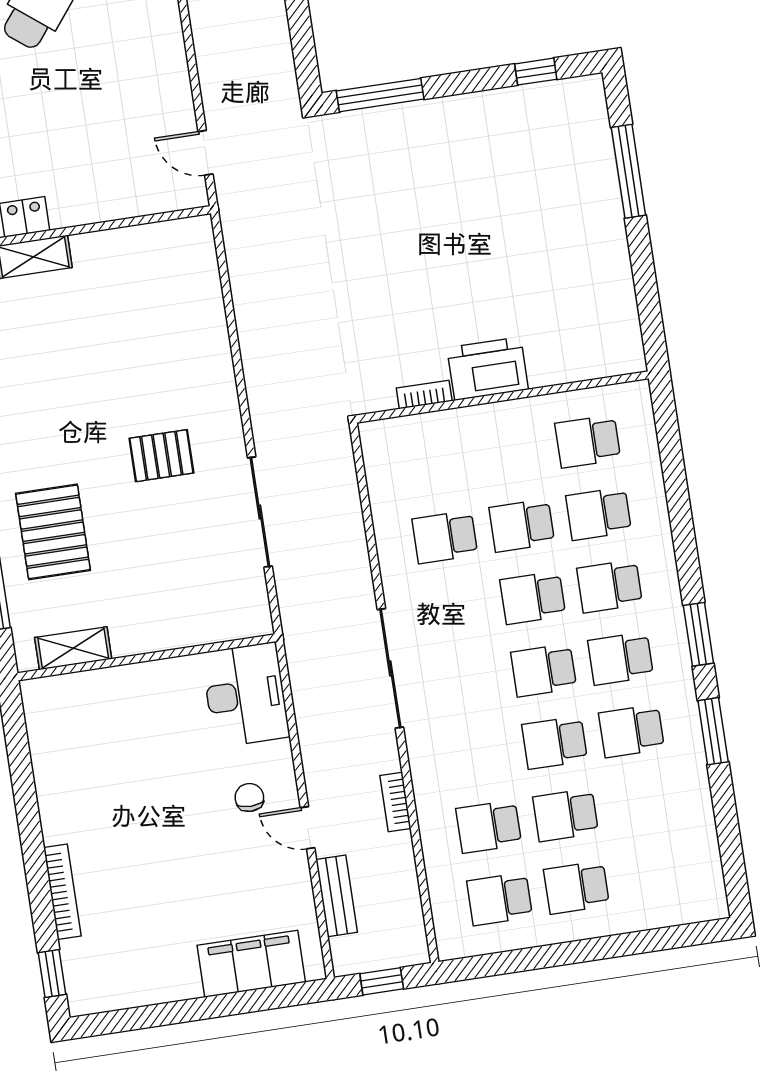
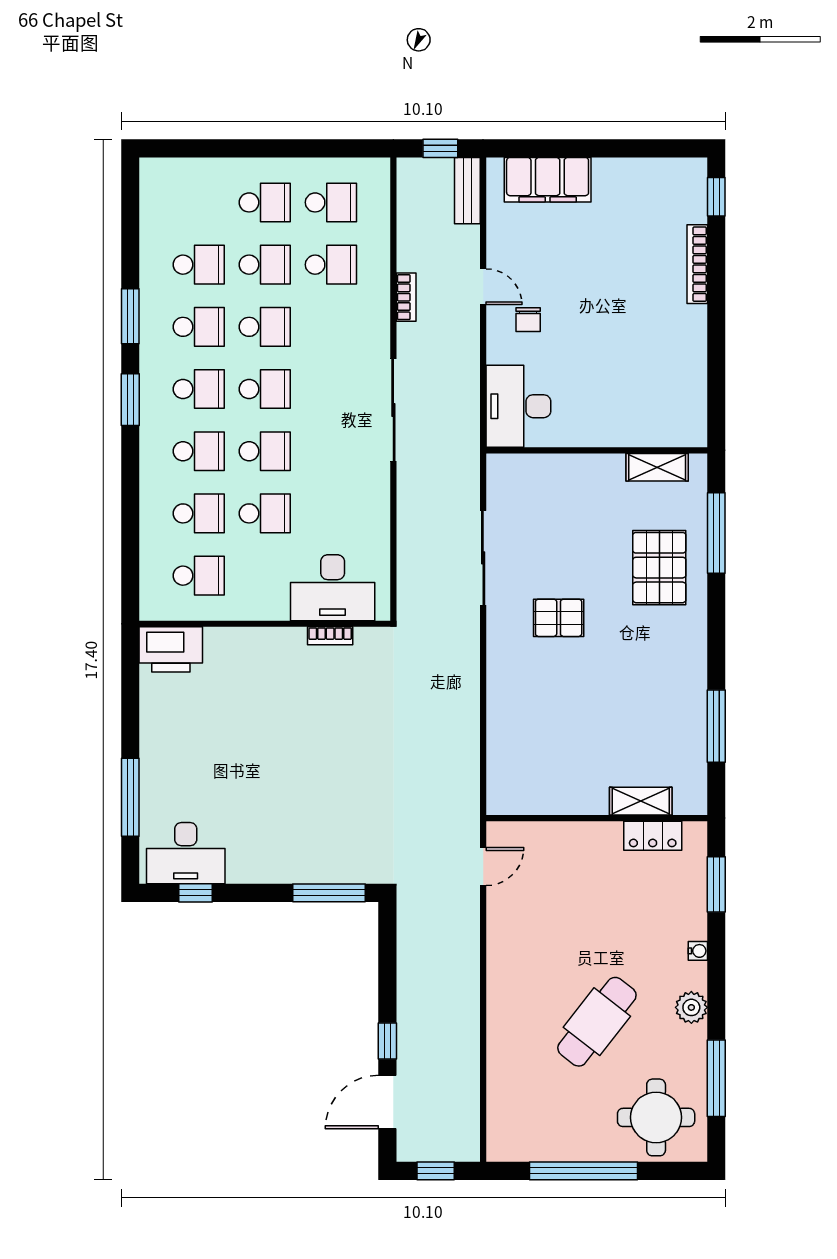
desk: (554, 116) -> (186, 853), added
door: (206, 153) -> (483, 867), hinge flipped
printer: (488, 369) -> (171, 649), moved
desk: (430, 451) -> (333, 588), added
school desk: (445, 537) -> (199, 265), moved
bench: (337, 896) -> (467, 191), moved

